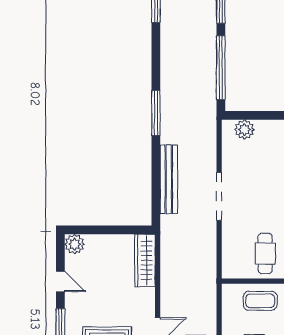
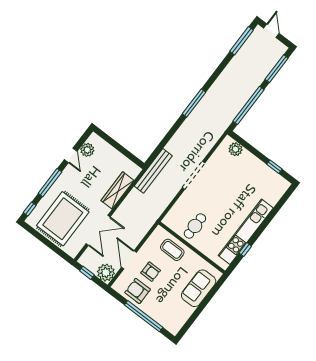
bench: (169, 179) -> (153, 171), moved
plant: (75, 244) -> (87, 150), moved
wardrobe: (145, 260) -> (117, 190), moved

